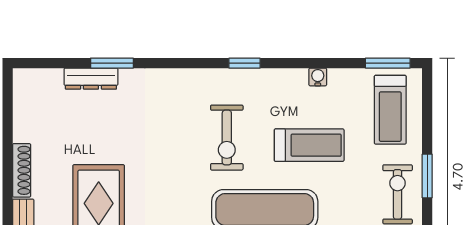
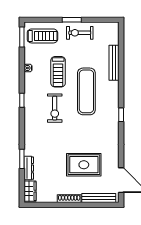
wardrobe: (39, 82) -> (30, 191), added
exercise bike: (227, 138) -> (55, 108), turned 90
treadmill: (309, 145) -> (58, 72), turned 180

